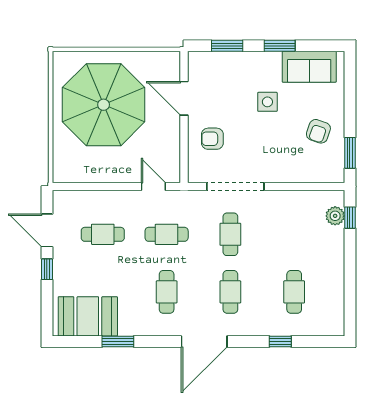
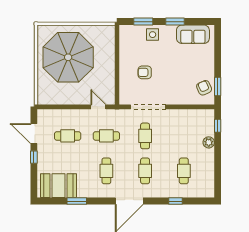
door: (184, 98) -> (117, 53), removed
side table: (267, 102) -> (153, 35), moved
armchair: (318, 131) -> (204, 88), moved, turned 137
armchair: (212, 139) -> (145, 72), moved
plant: (335, 216) -> (209, 142), moved

